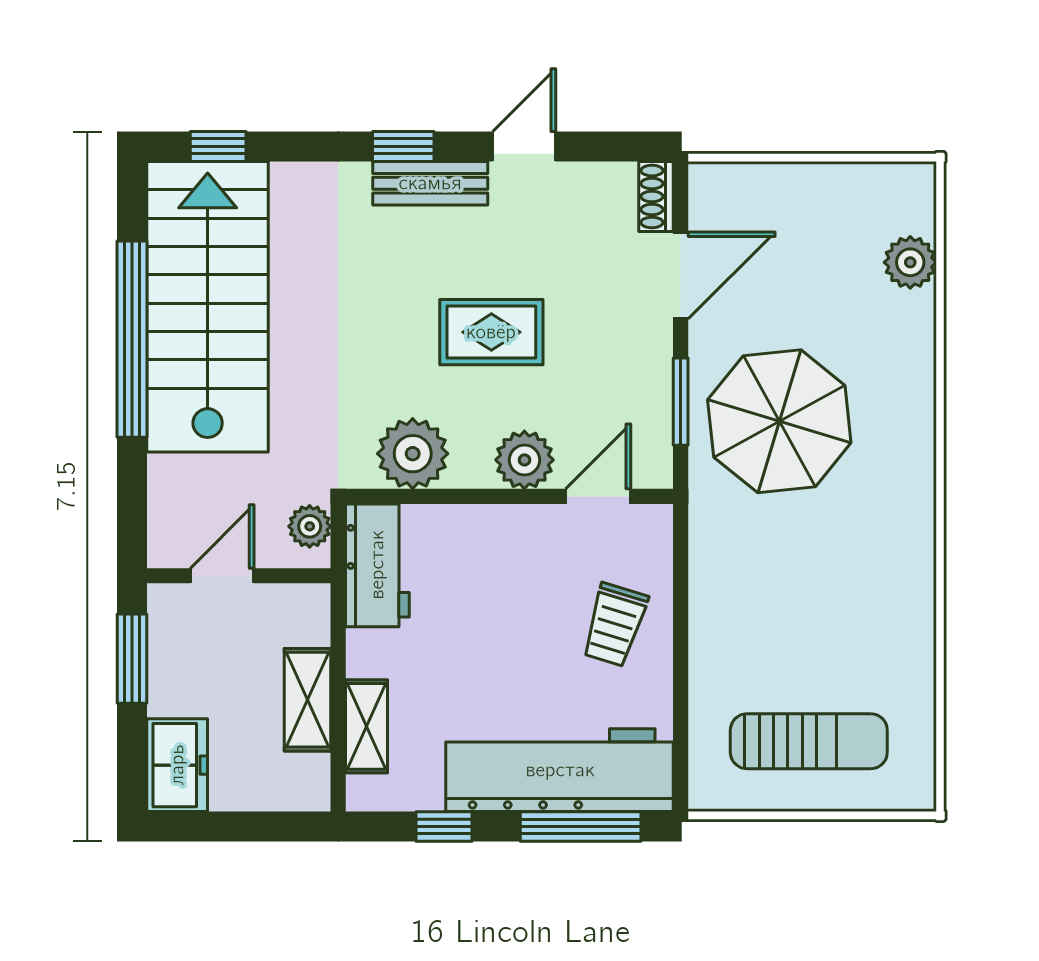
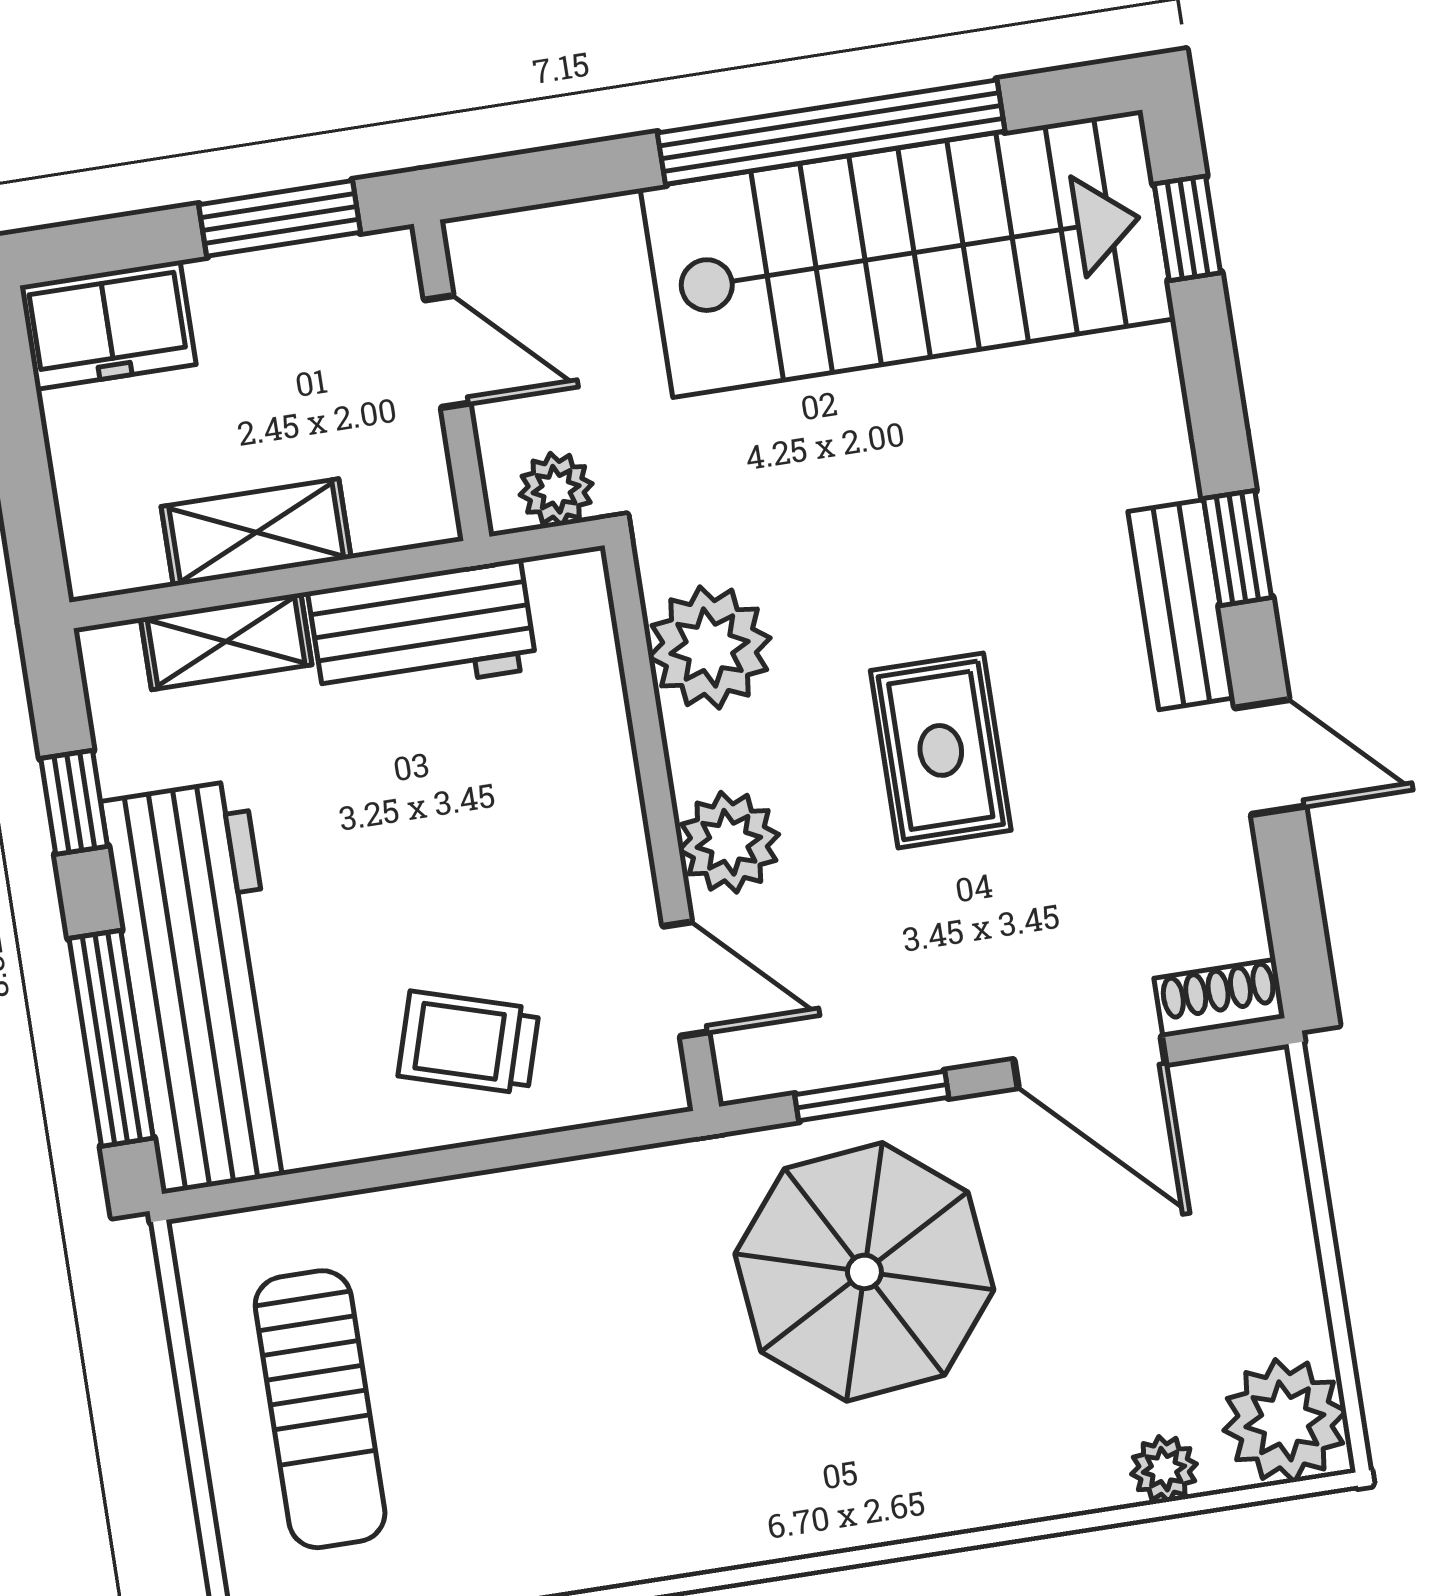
plant: (901, 197) -> (1285, 1421), added
plant: (910, 262) -> (1164, 1469), width x0.73, depth x0.73
workbench: (377, 565) -> (422, 630), moved

